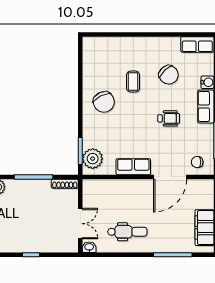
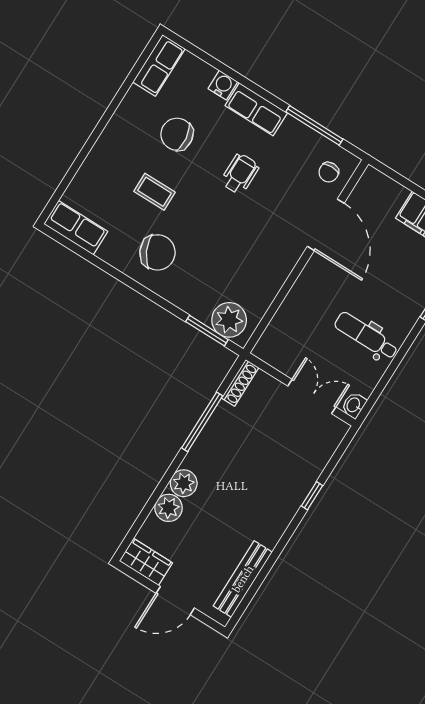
chair: (169, 75) -> (177, 134), turned -144
row of seats: (133, 167) -> (76, 228), moved, turned 90
dental chair: (127, 232) -> (366, 336), turned -90

